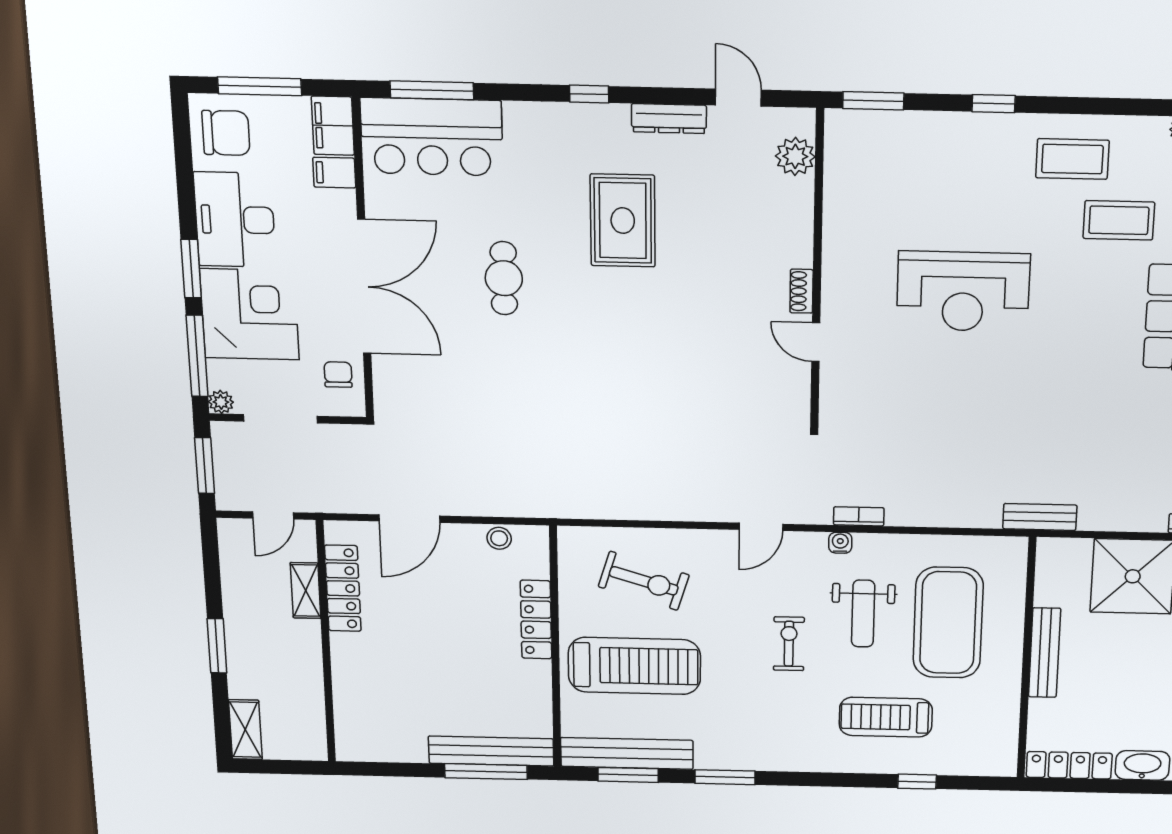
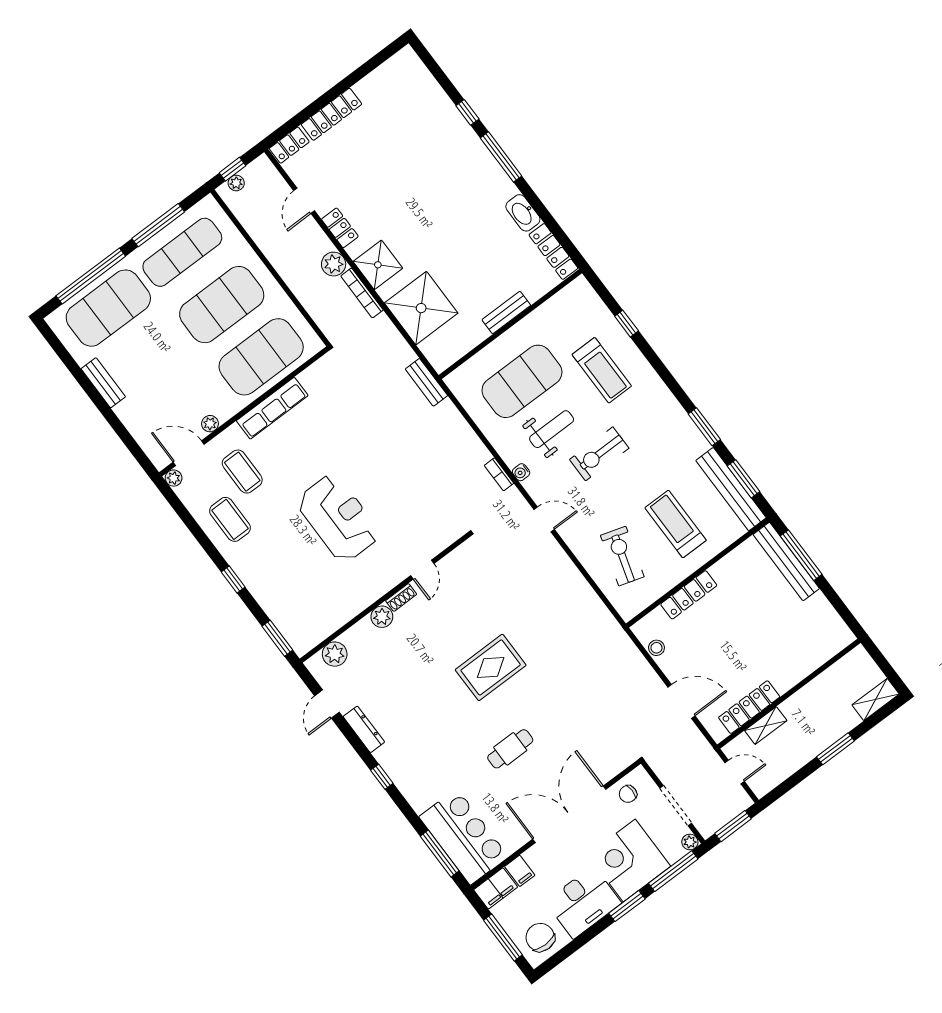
rug: (623, 221) -> (491, 667), moved
plant: (796, 250) -> (382, 617), added
exercise bike: (789, 644) -> (599, 454), width x1.38, depth x1.39
bench: (1045, 653) -> (506, 313), width x0.73
treadmill: (634, 666) -> (676, 524), width x0.73, depth x0.73

